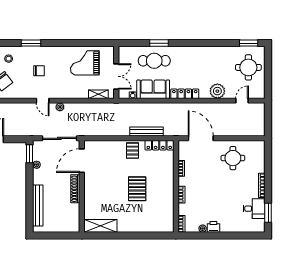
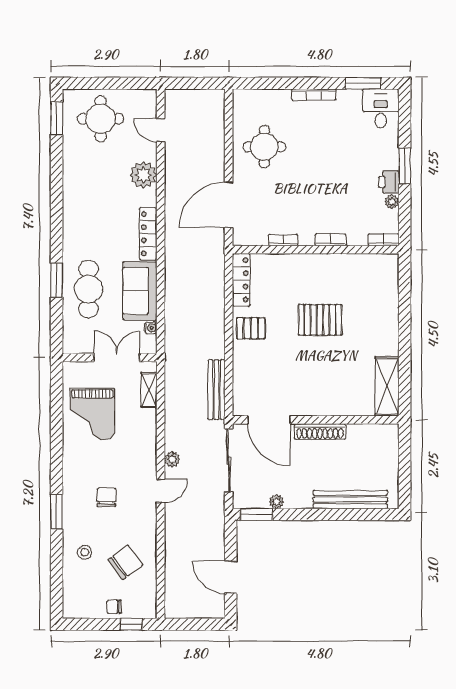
bench: (147, 132) -> (217, 390), moved
desk: (254, 209) -> (381, 109), moved
window: (222, 236) -> (405, 166), added

